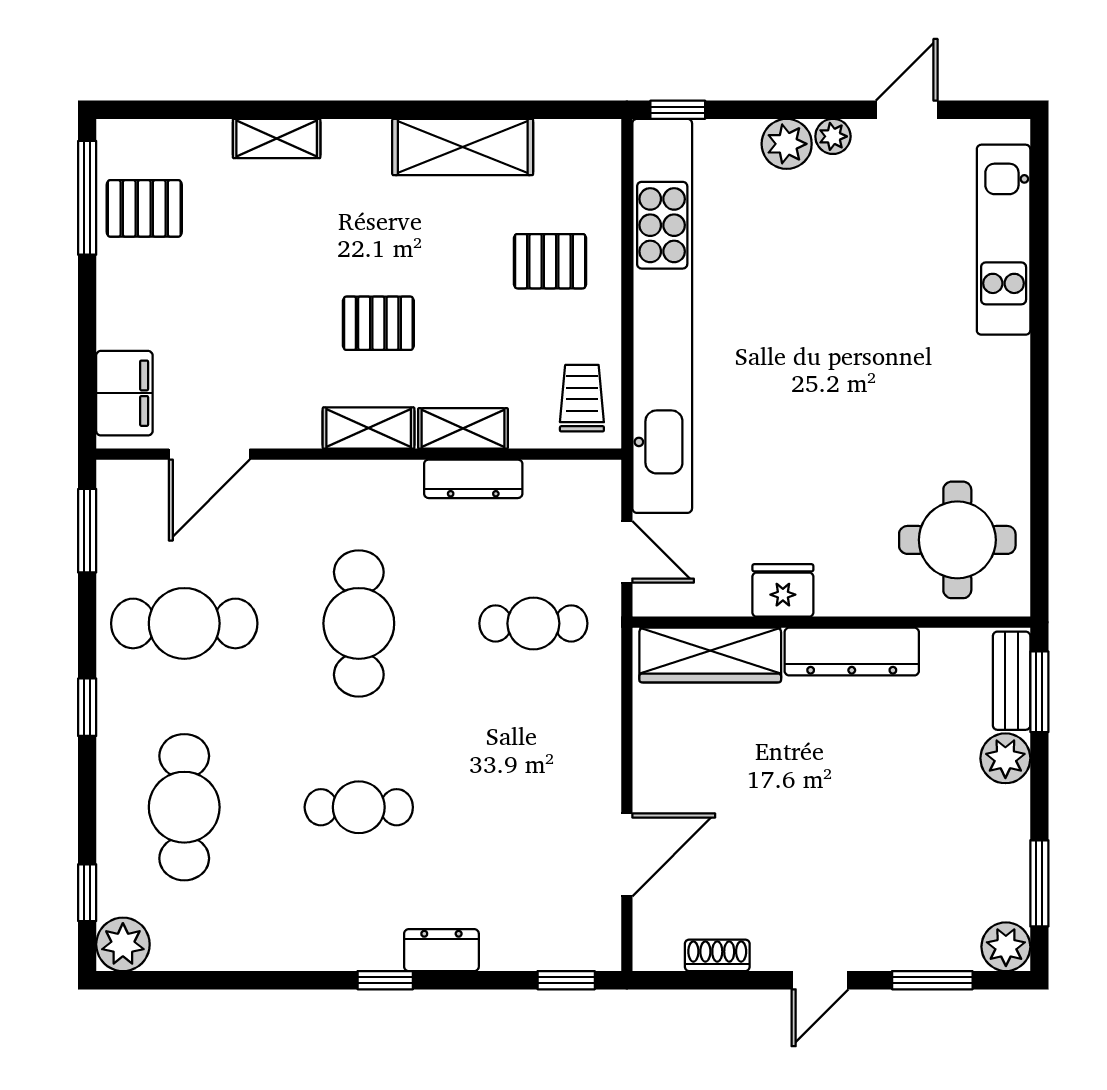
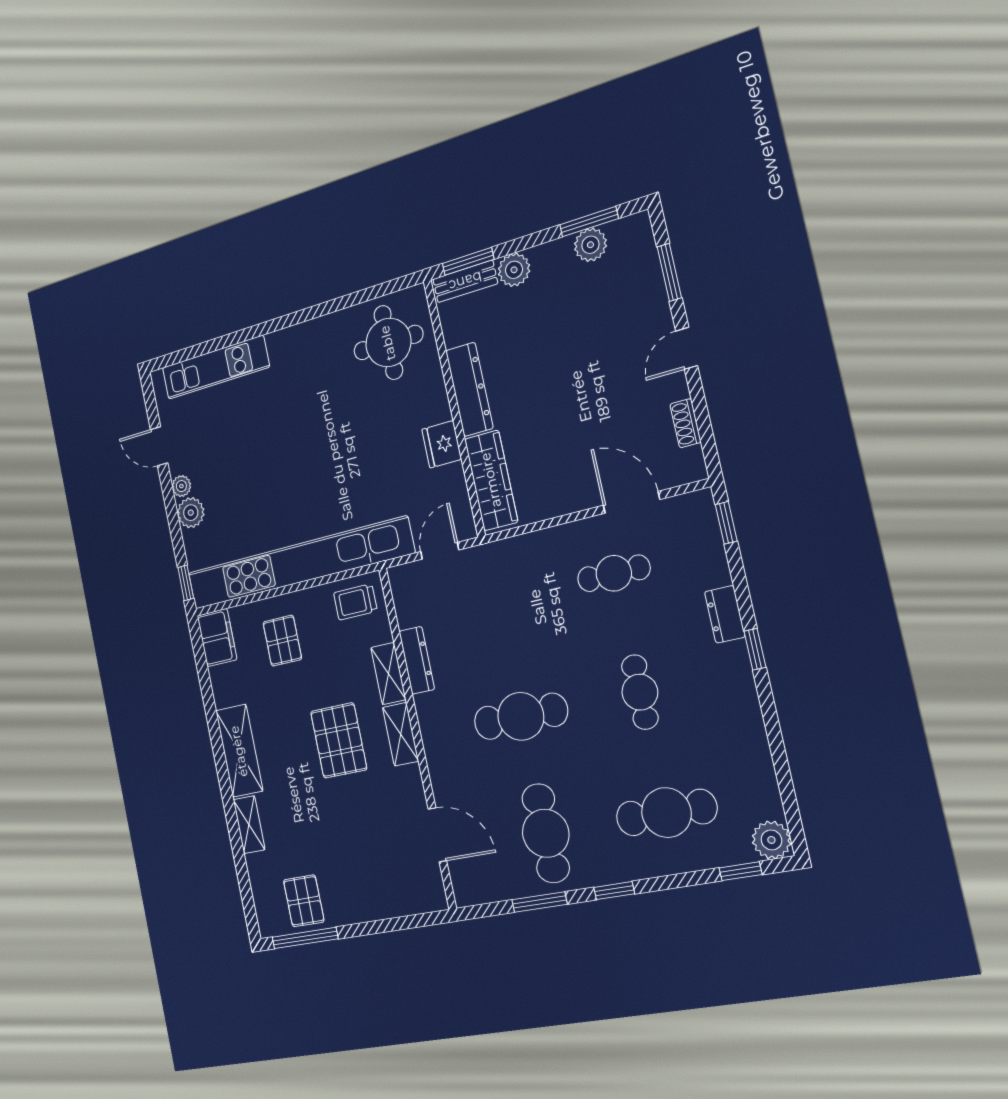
shelving: (463, 147) -> (239, 751), moved
pallet: (378, 323) -> (339, 740), width x1.50, depth x1.42
filing cabinet: (124, 393) -> (217, 638), moved, turned 90
window: (87, 531) -> (539, 902), moved
cafe table: (533, 623) -> (614, 573), moved, turned 90
plant: (1006, 947) -> (590, 245), moved
door: (820, 980) -> (687, 348), swing flipped

